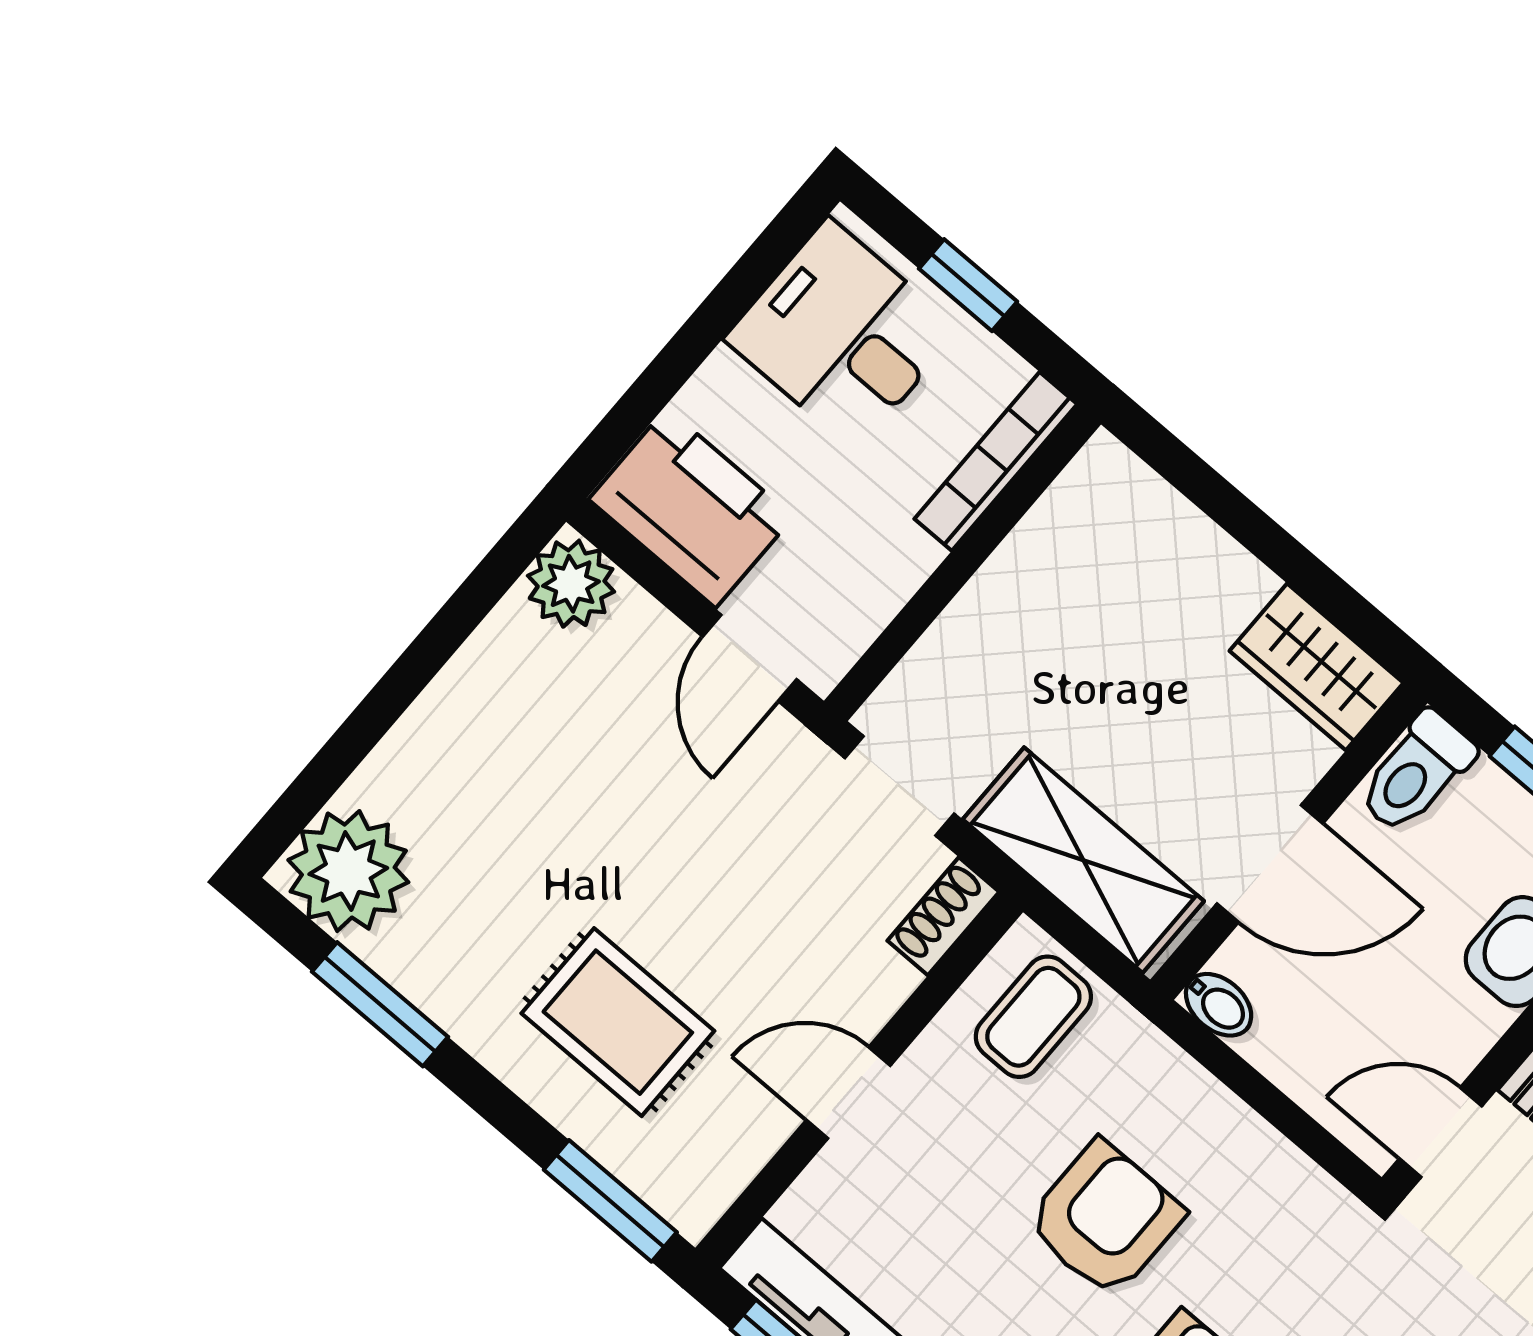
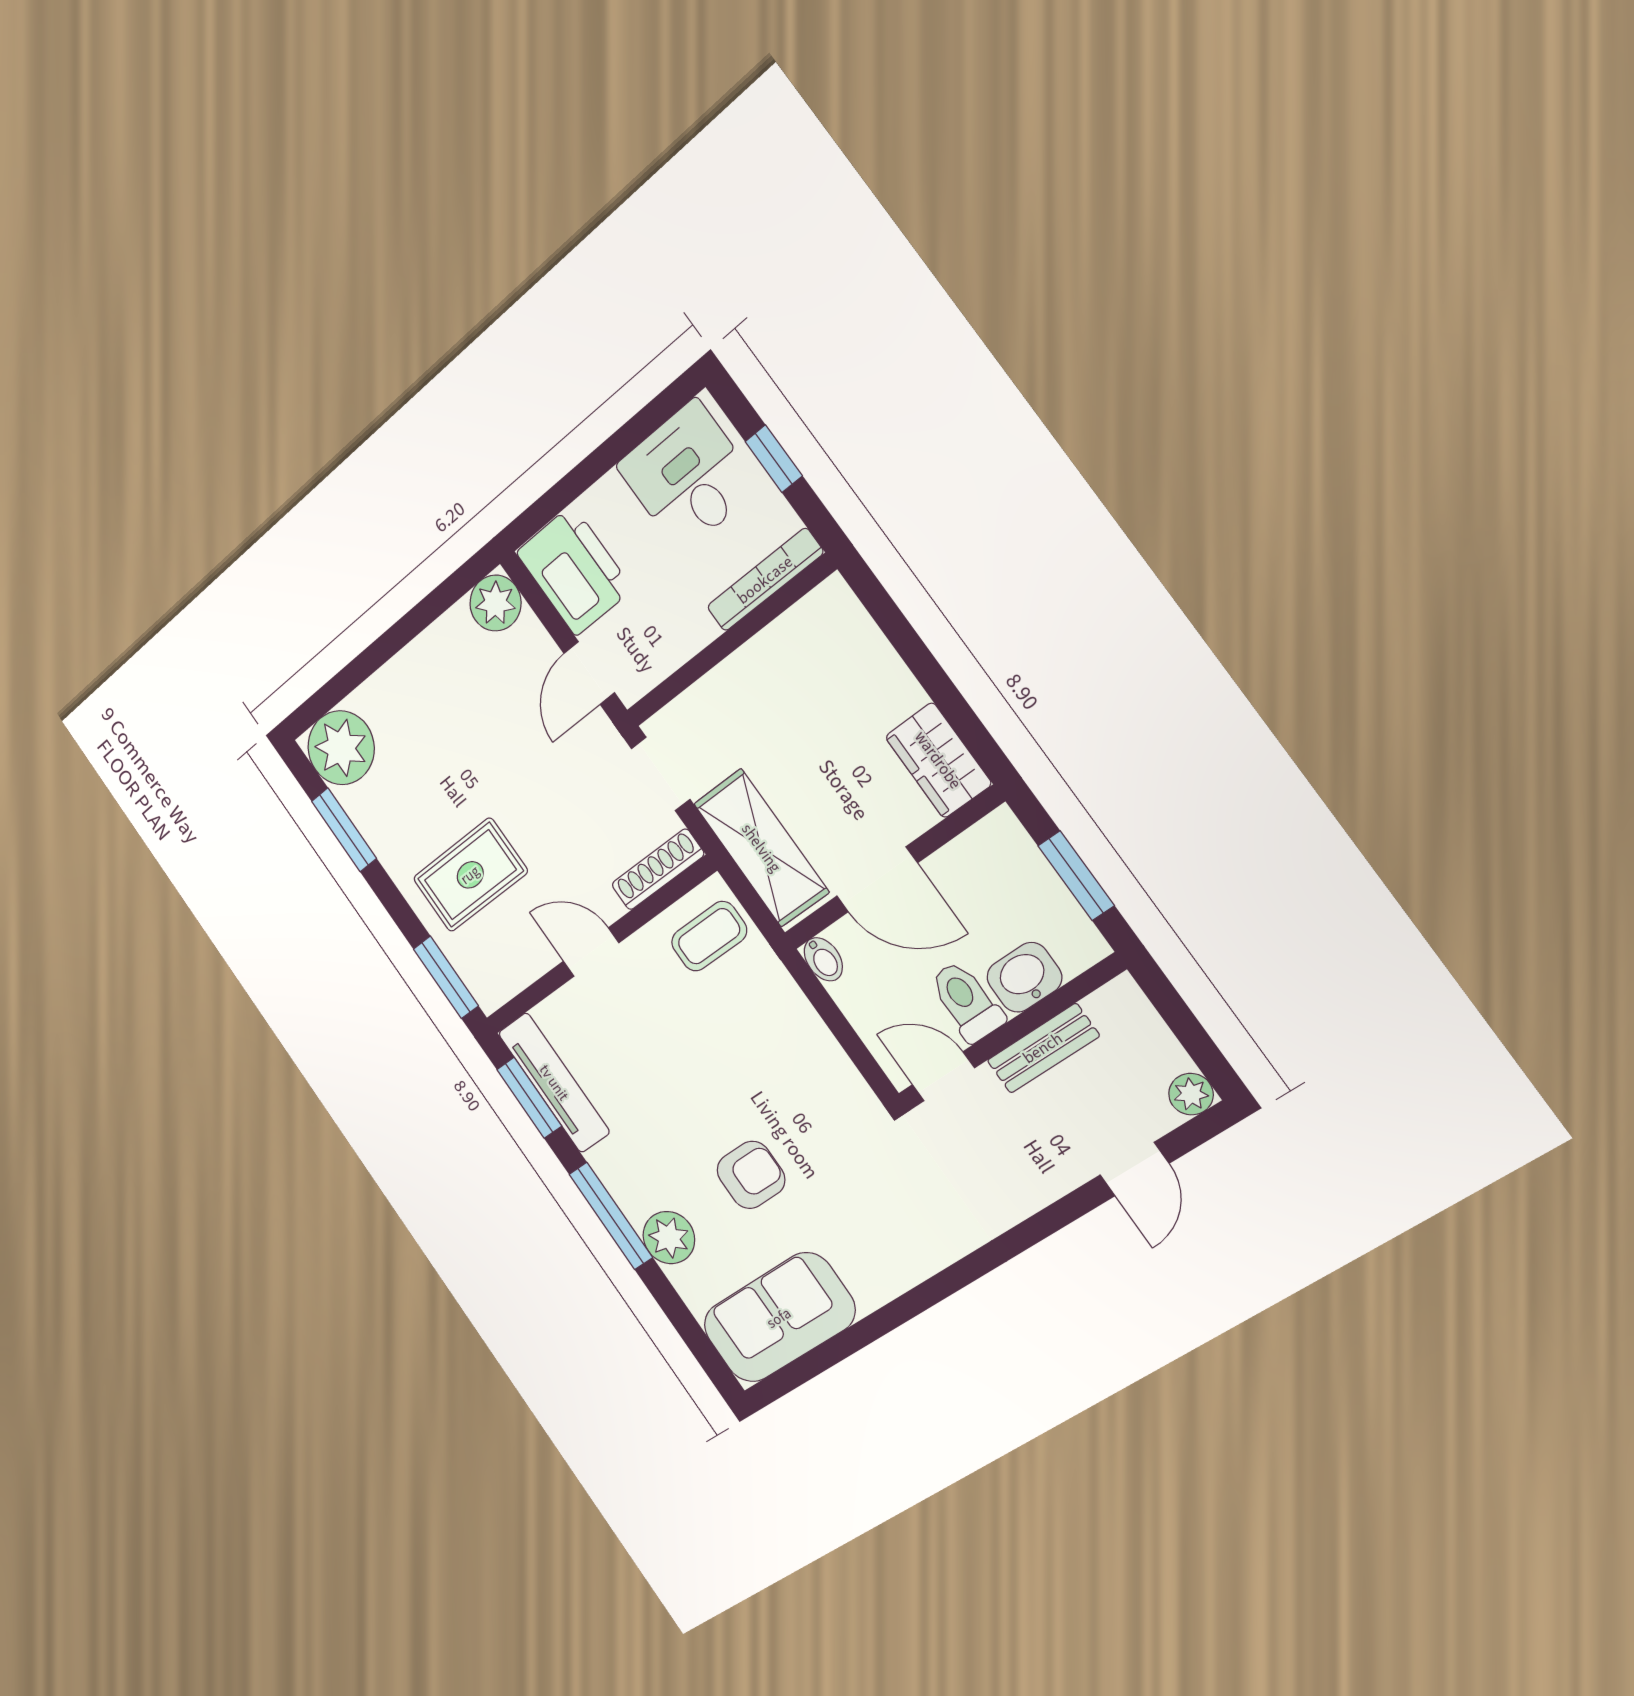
toilet: (1416, 772) -> (966, 1001), moved, turned 90
shoe rack: (943, 916) -> (658, 869), width x1.43
rug: (618, 1022) -> (470, 875), turned 90
armchair: (1105, 1219) -> (724, 1069), removed

